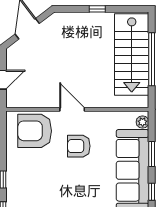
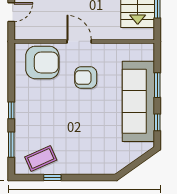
plant: (143, 122) -> (148, 54), removed
armchair: (35, 131) -> (42, 62), turned 180

